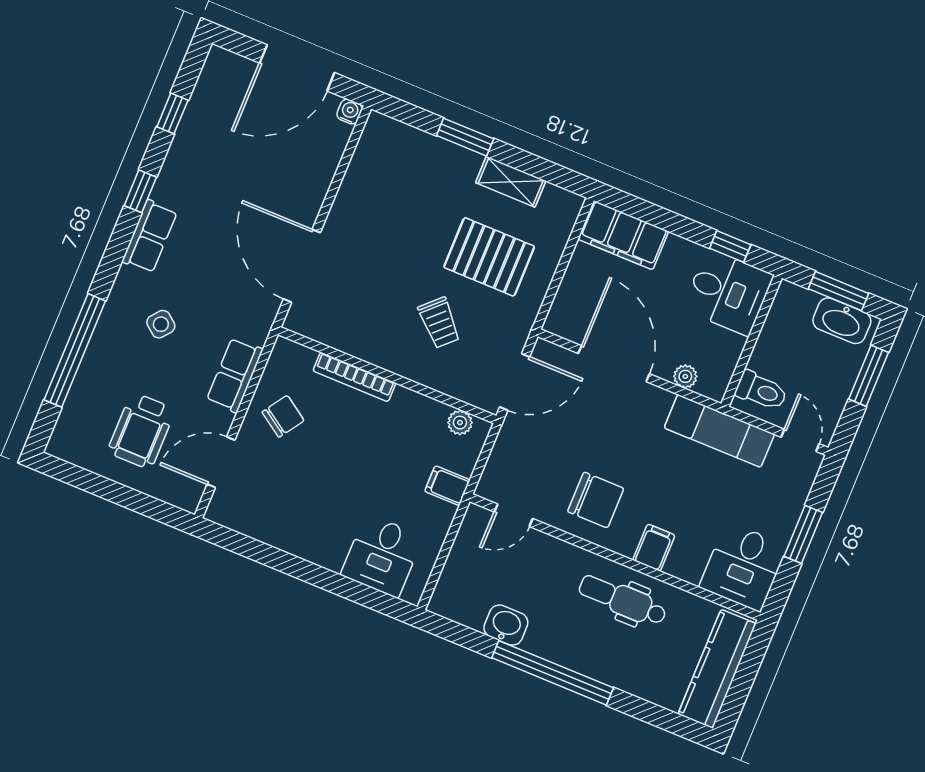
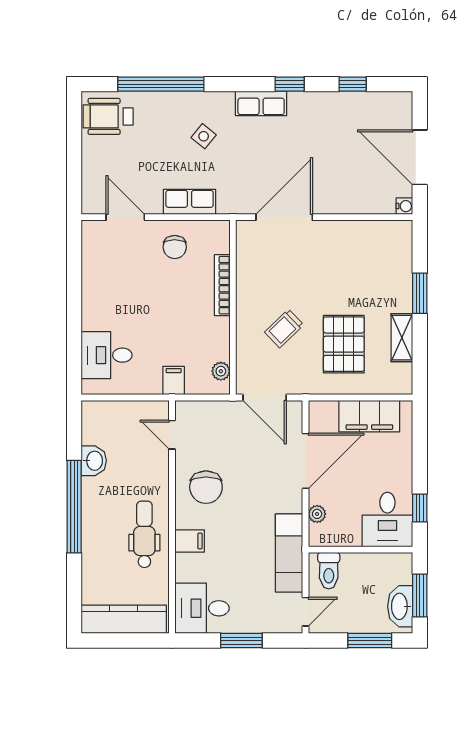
filing cabinet: (623, 235) -> (369, 416), moved, turned -90
chair: (283, 416) -> (175, 247), turned 56
wheelchair: (141, 431) -> (108, 116), moved

